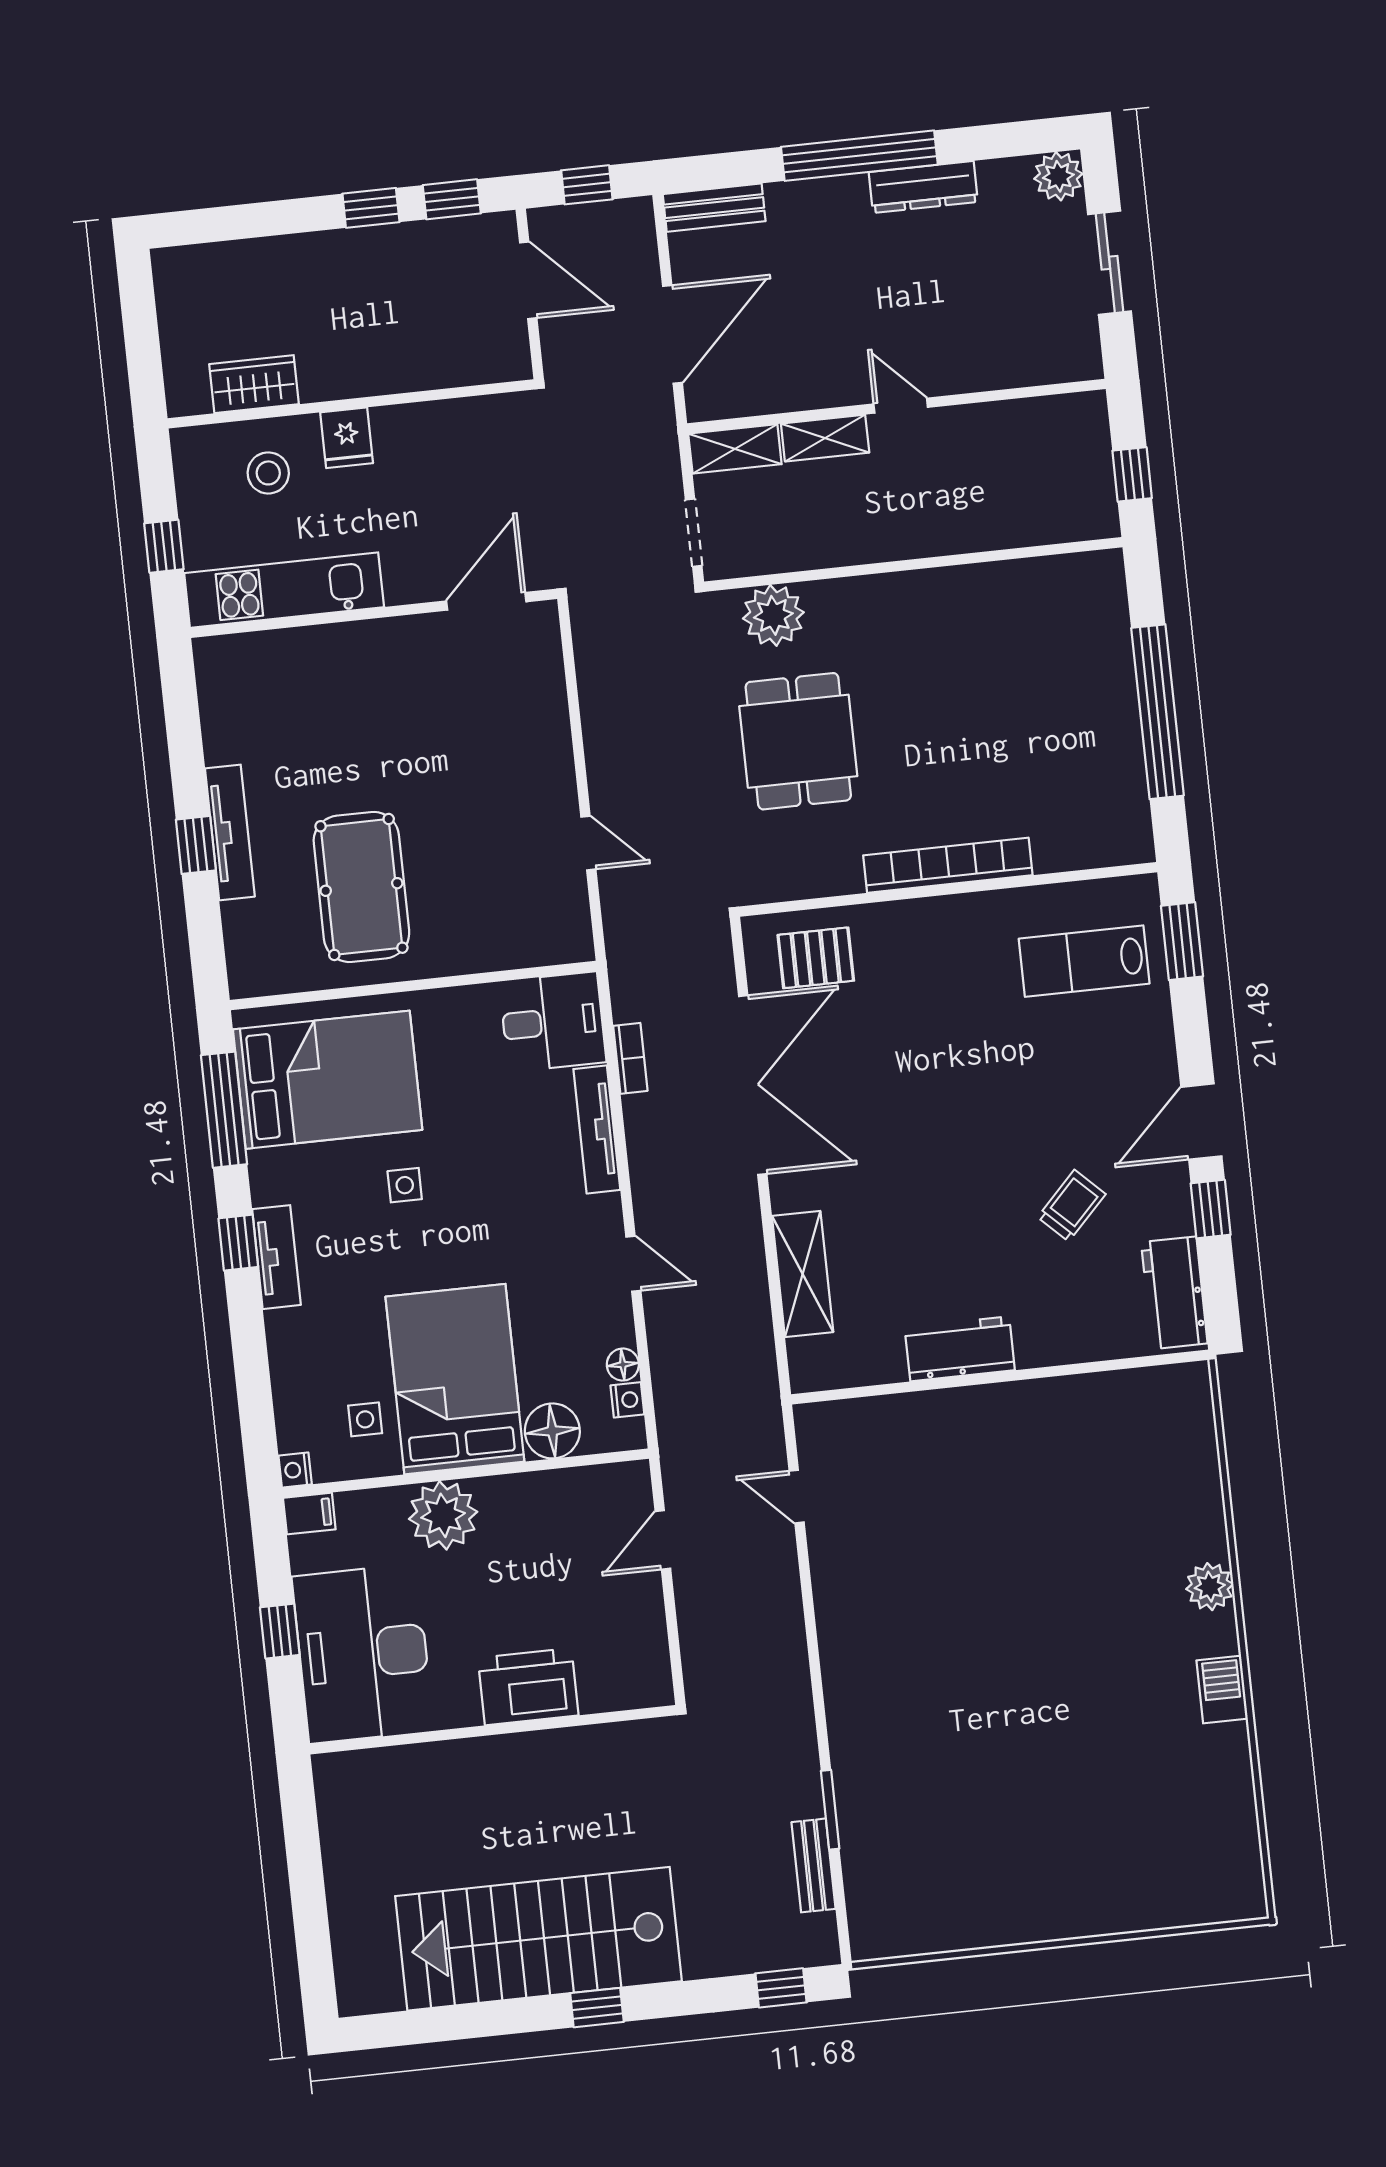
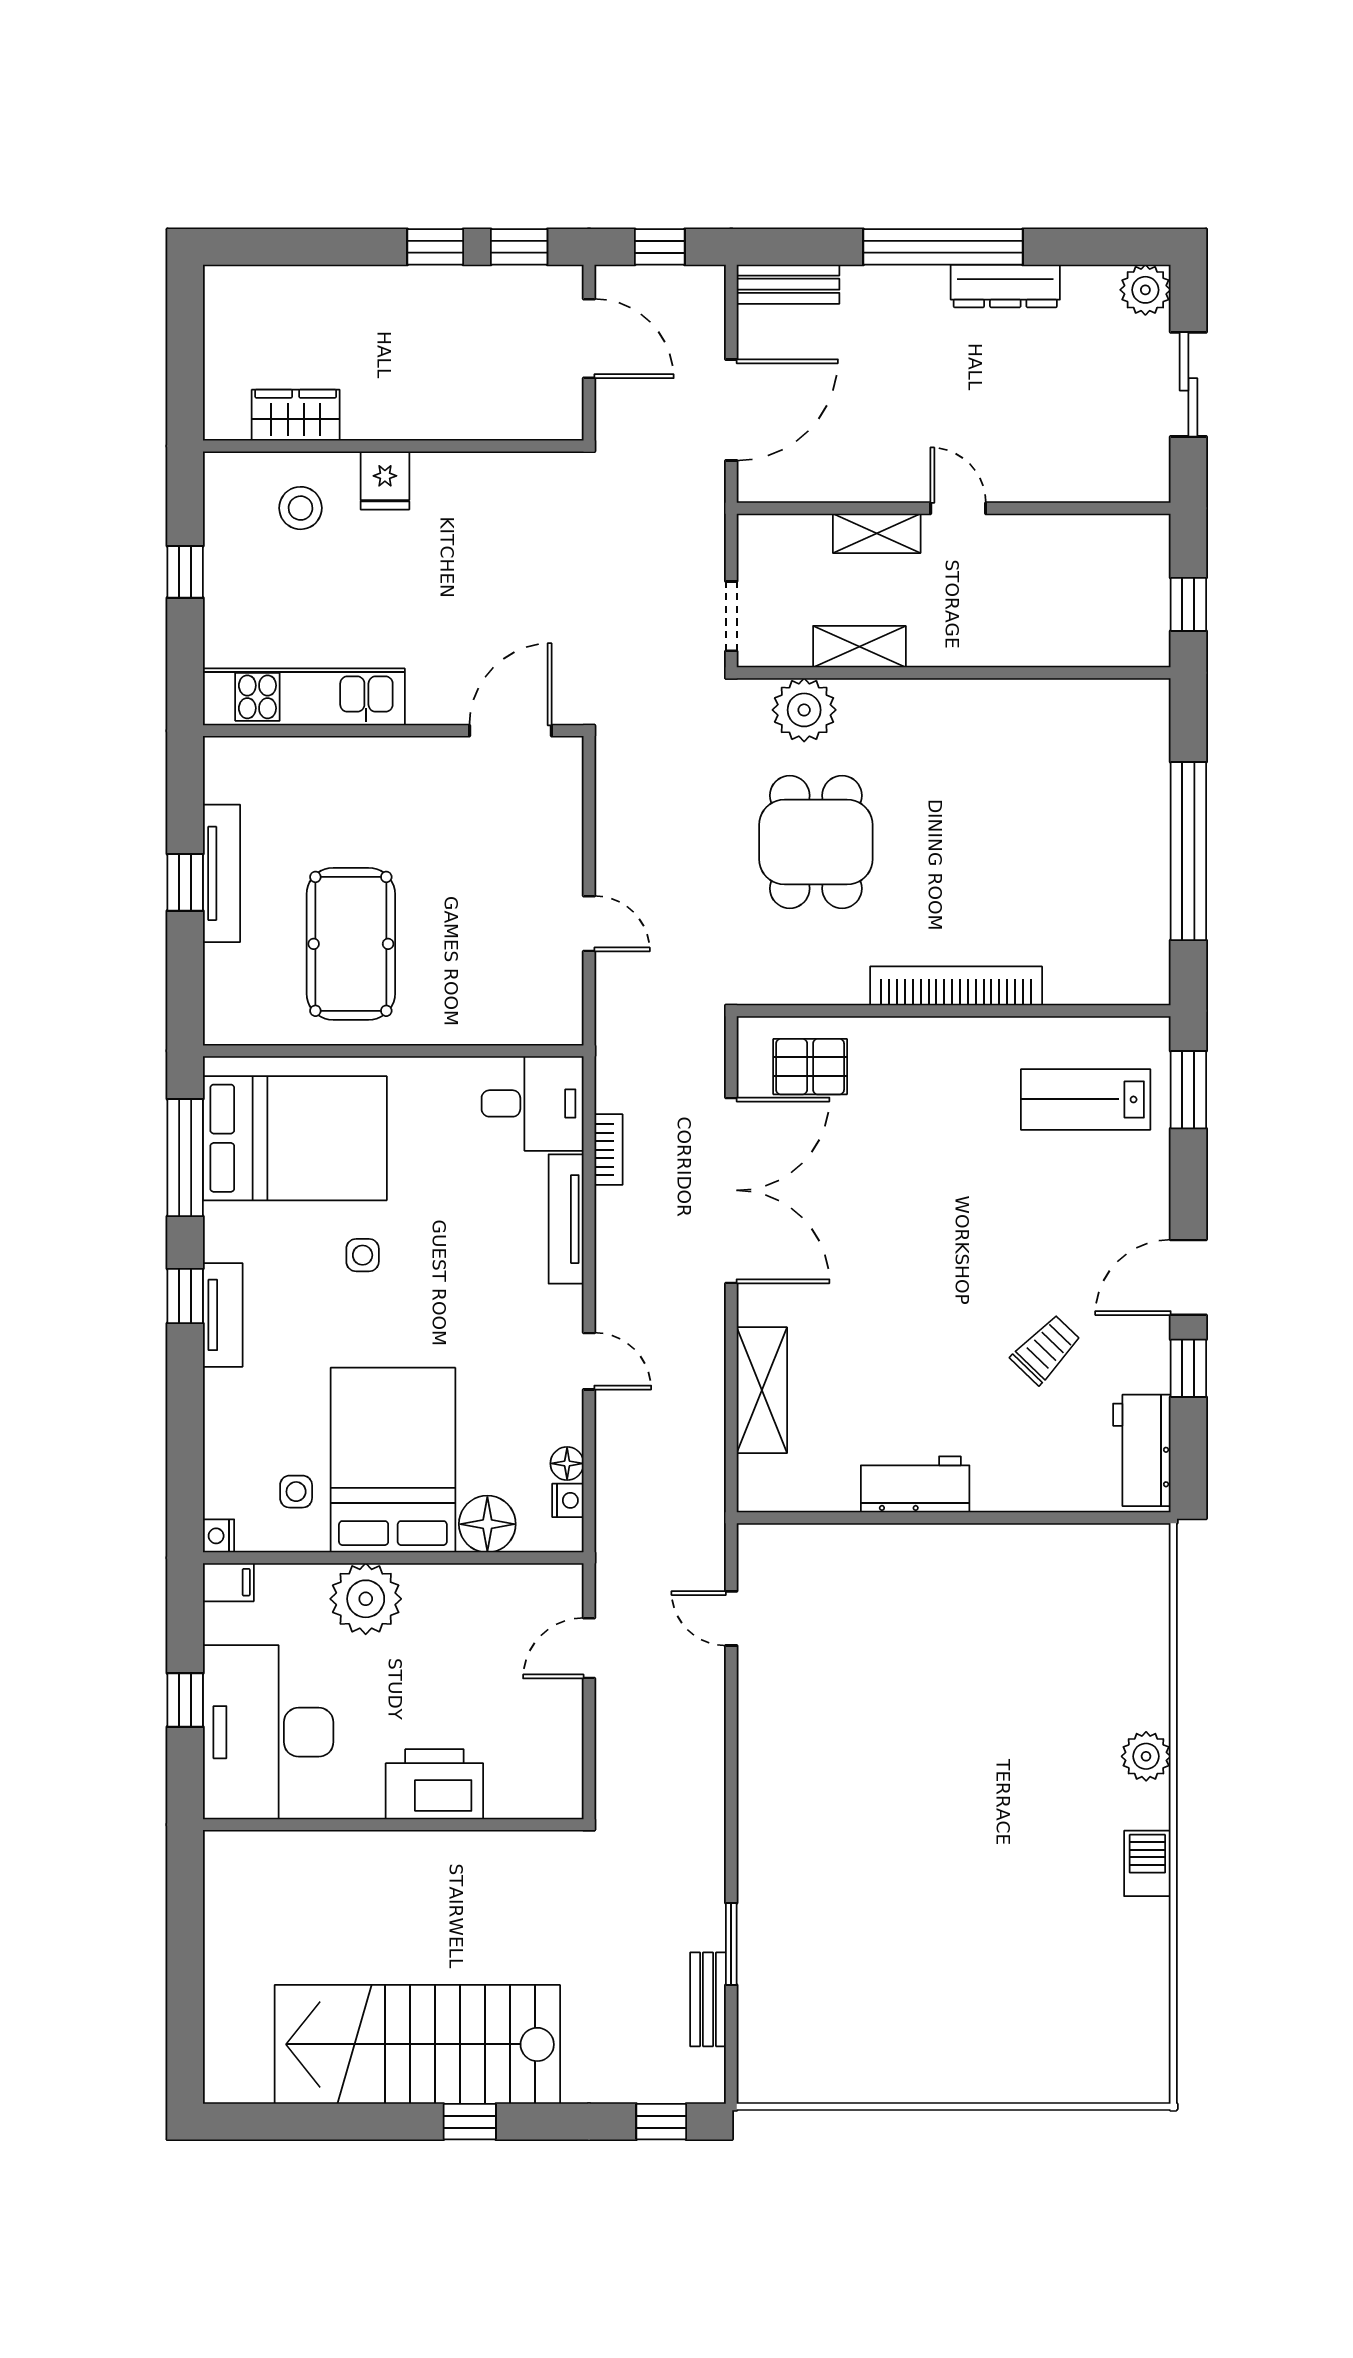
shelving: (735, 449) -> (859, 647), moved
kitchen unit: (284, 590) -> (304, 697), moved
door: (486, 601) -> (510, 731), moved
wall: (374, 613) -> (393, 731), moved

